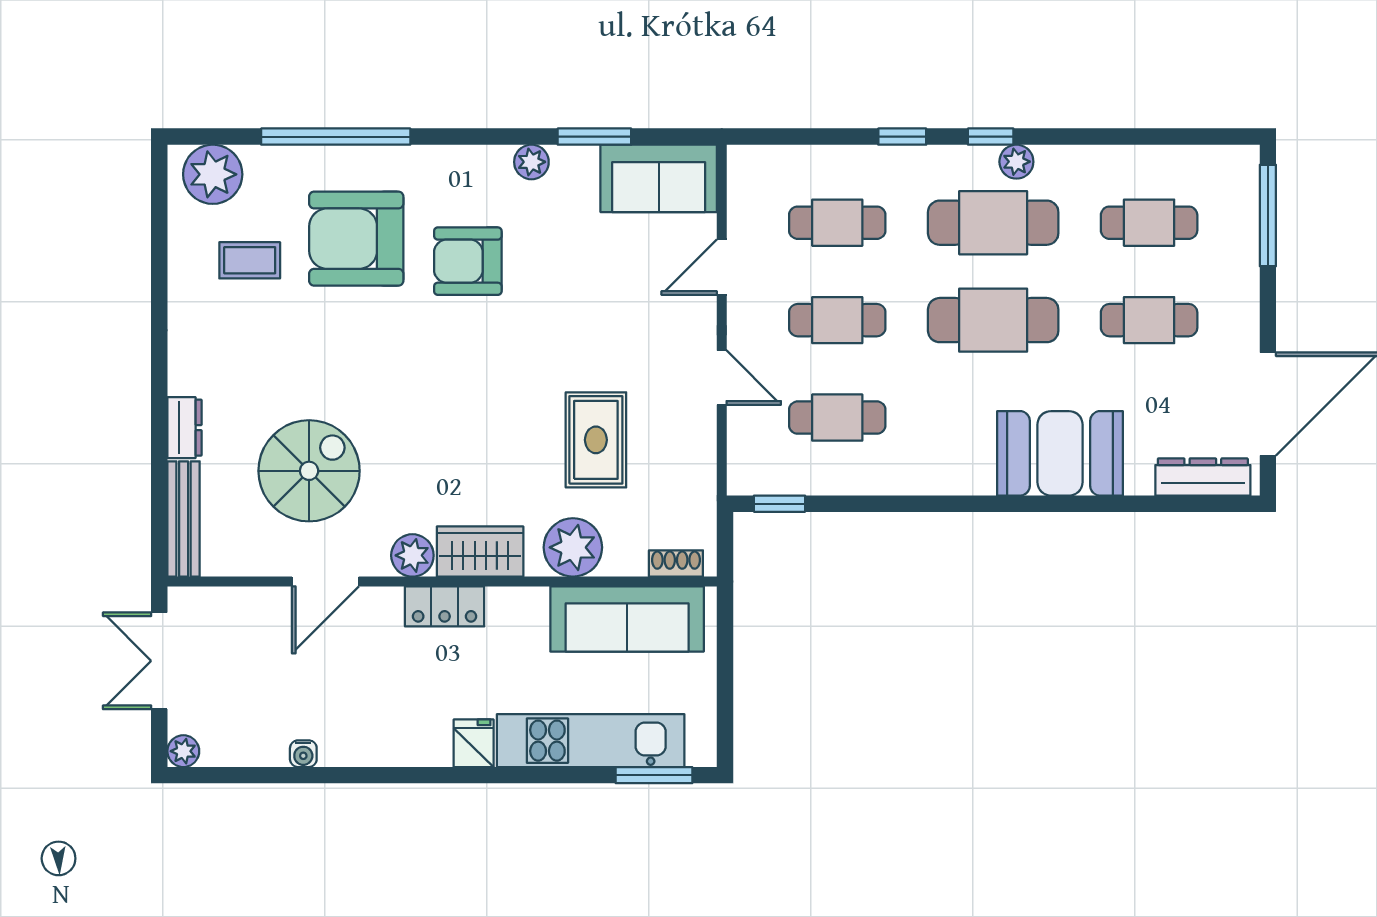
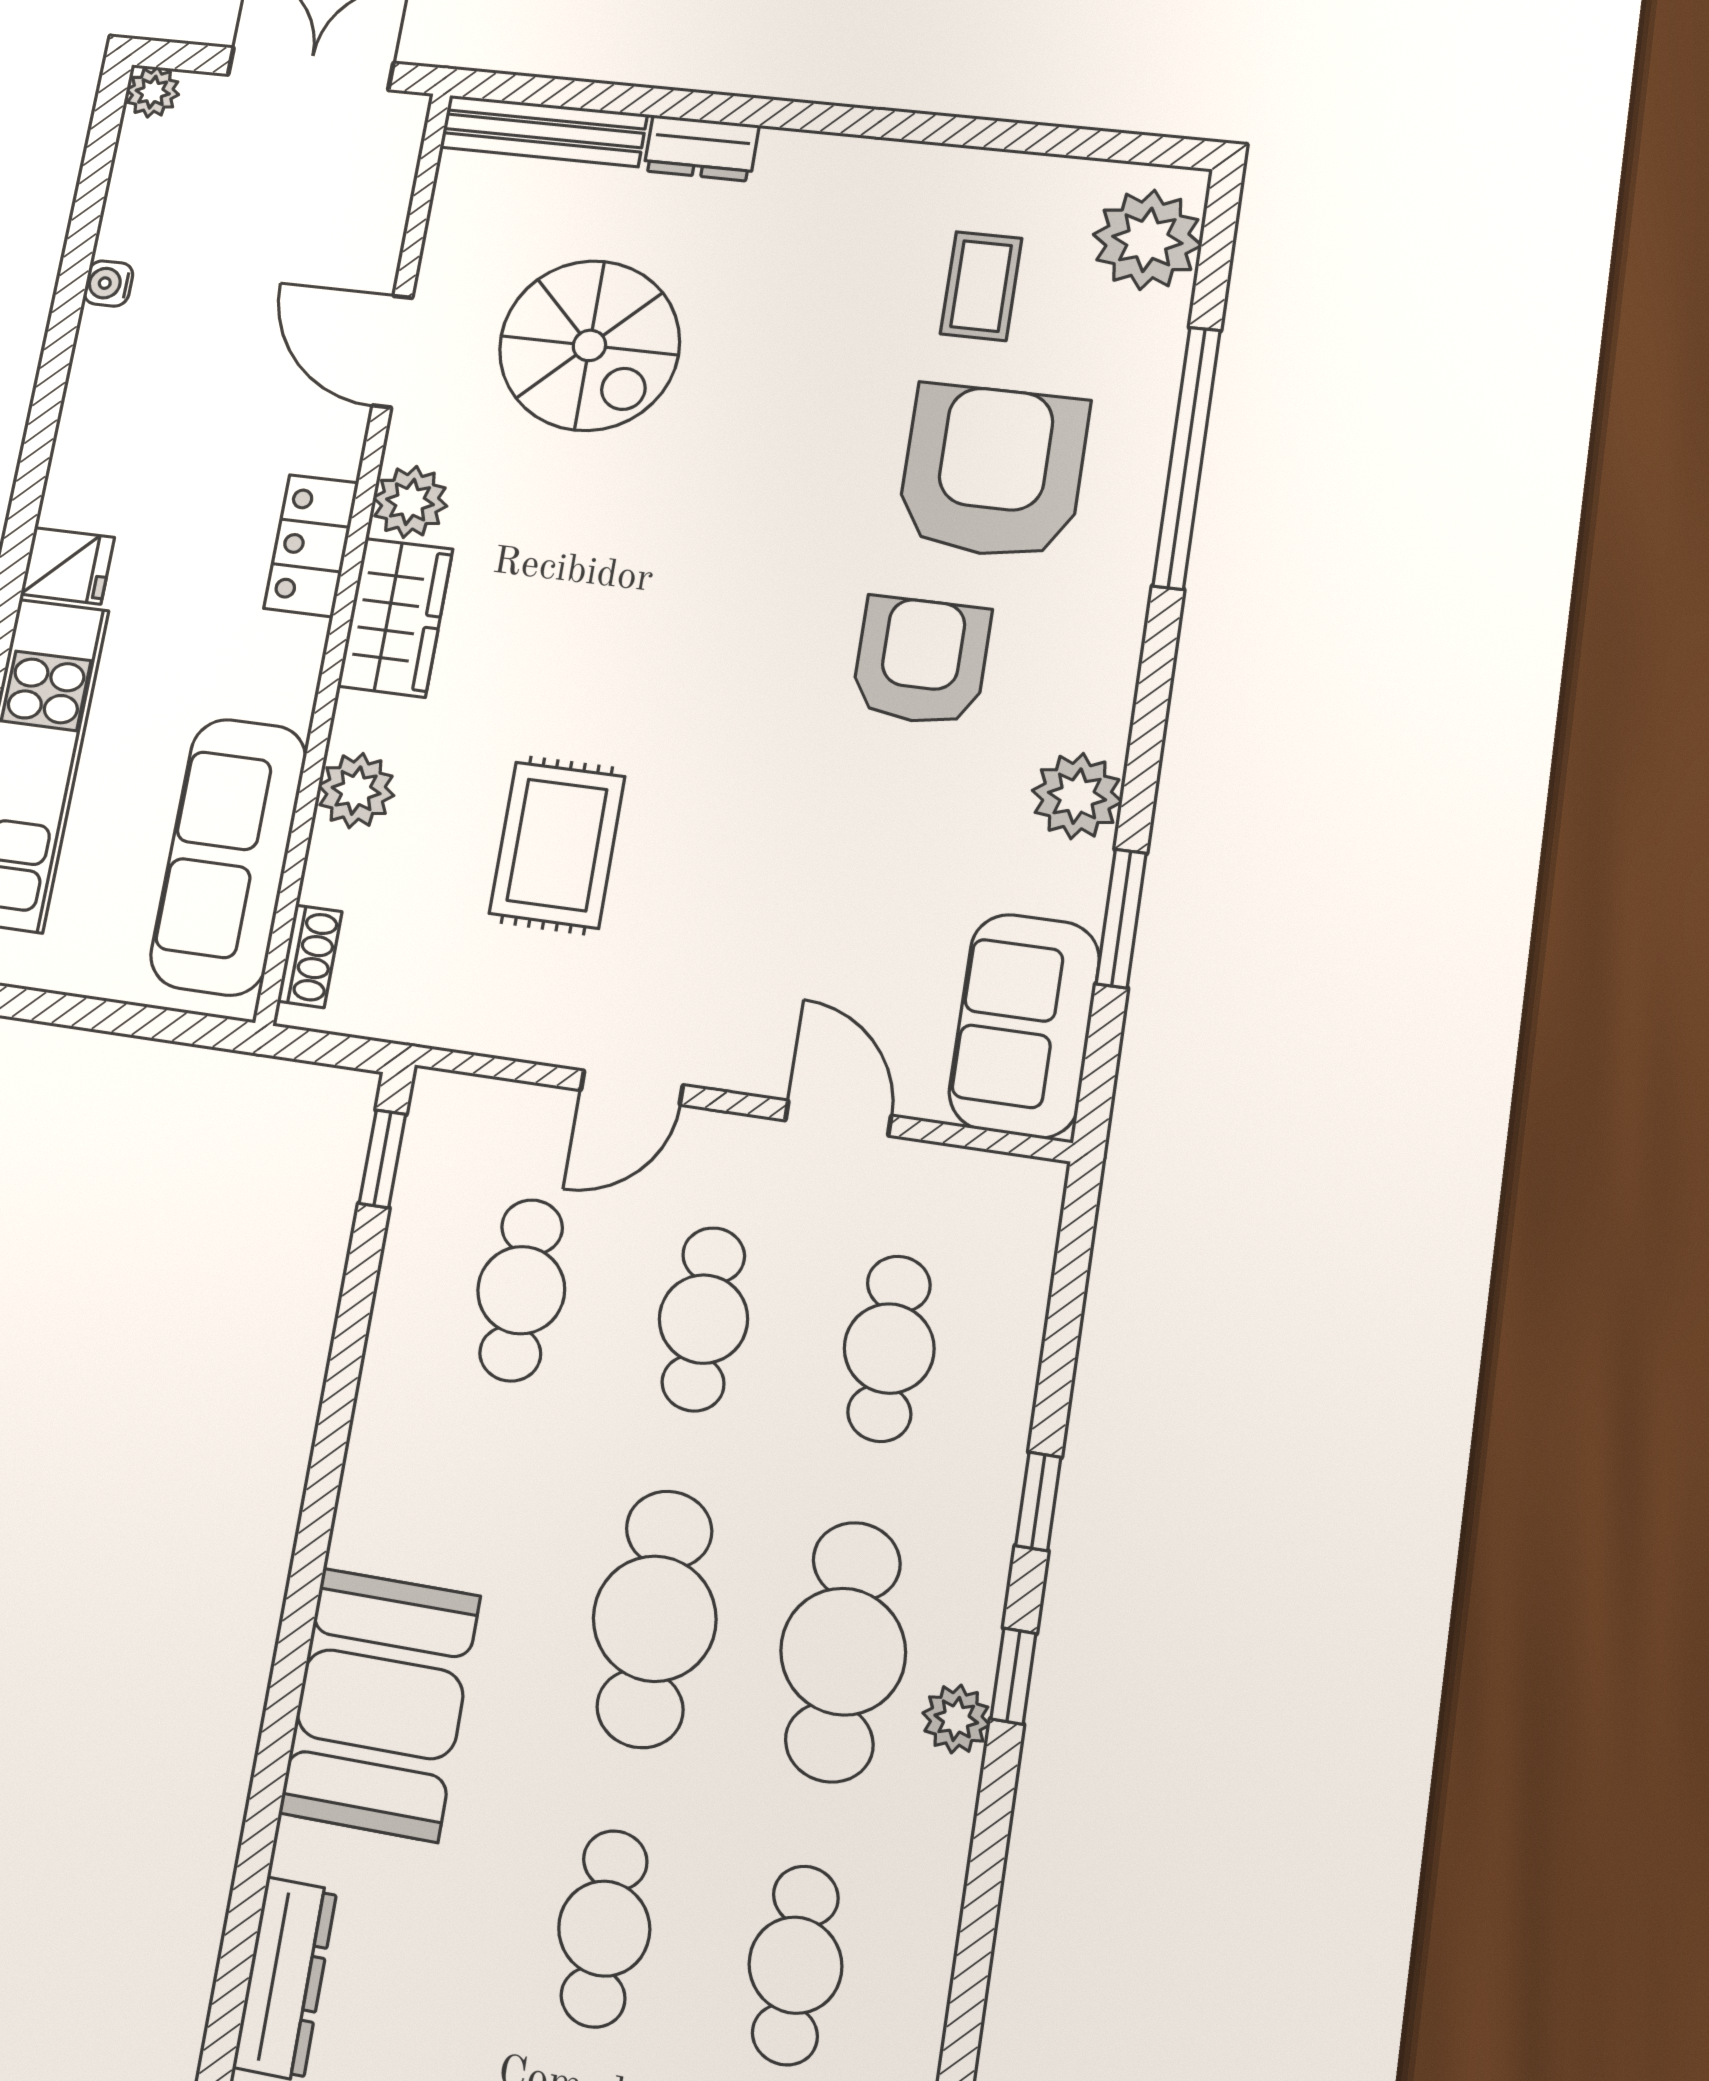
plant: (531, 162) -> (1077, 796), width x1.38, depth x1.38
rug: (596, 440) -> (557, 845), turned 90
plant: (573, 547) -> (356, 790), width x0.73, depth x0.73

